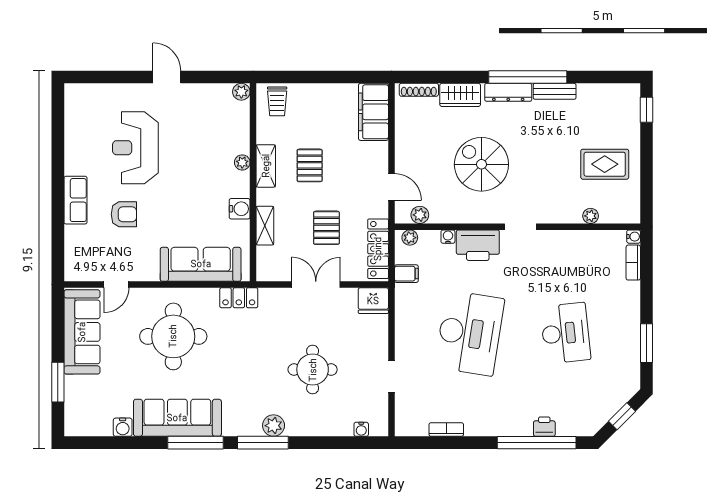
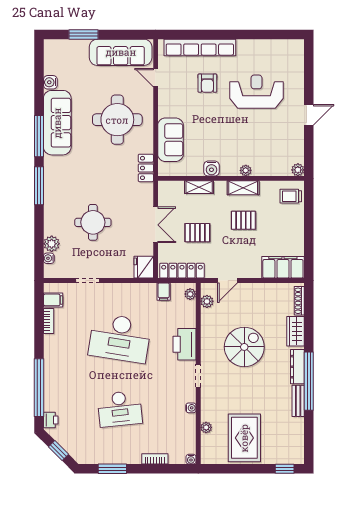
rug: (605, 164) -> (244, 438), width x1.36, depth x1.43
row of seats: (75, 200) -> (200, 47), width x2.02
water cooler: (448, 237) -> (191, 408), moved
bookcase: (633, 263) -> (155, 459), moved
sofa: (201, 264) -> (170, 140), width x0.73
filing cabinet: (418, 424) -> (53, 300), added
plant: (274, 426) -> (52, 244), moved
printer: (544, 427) -> (51, 420), moved

